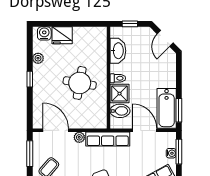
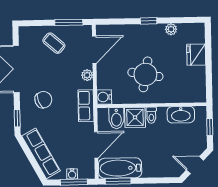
water cooler: (44, 33) -> (104, 97), moved, turned 180
row of seats: (108, 139) -> (86, 106), width x0.68

